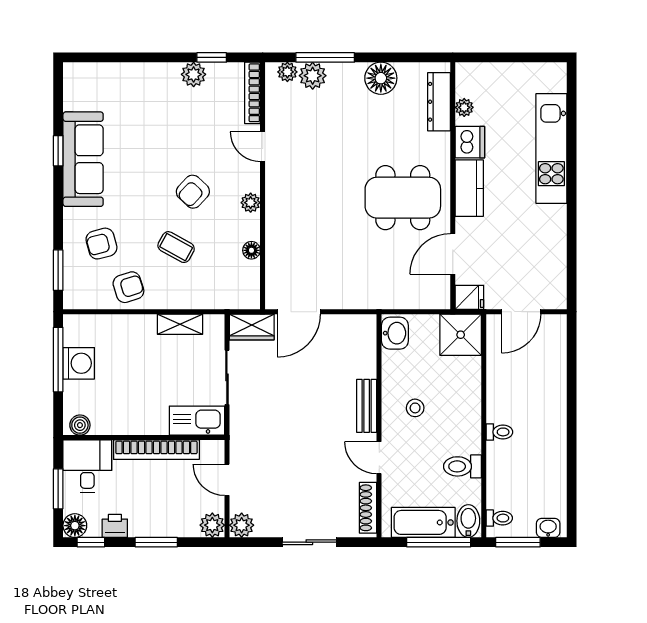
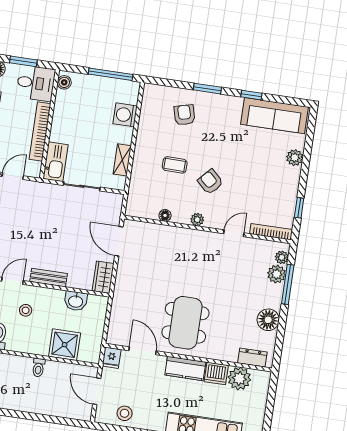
plant: (194, 74) -> (295, 158), moved
dresser: (439, 102) -> (252, 358), width x0.70
plant: (464, 107) -> (239, 379), width x1.87, depth x1.87
sofa: (83, 159) -> (274, 116), moved
coffee table: (176, 247) -> (175, 165), turned 62
stool: (547, 267) -> (125, 413), added
window: (58, 270) -> (207, 89), moved
armchair: (128, 287) -> (152, 129), removed
wardrobe: (252, 327) -> (103, 277), moved
washbasin: (395, 333) -> (76, 301), moved
shower: (461, 335) -> (65, 345), moved
washing machine: (79, 363) -> (125, 115), moved, turned 90
stool: (415, 408) -> (26, 310), moved
toilet: (499, 432) -> (38, 368), moved

